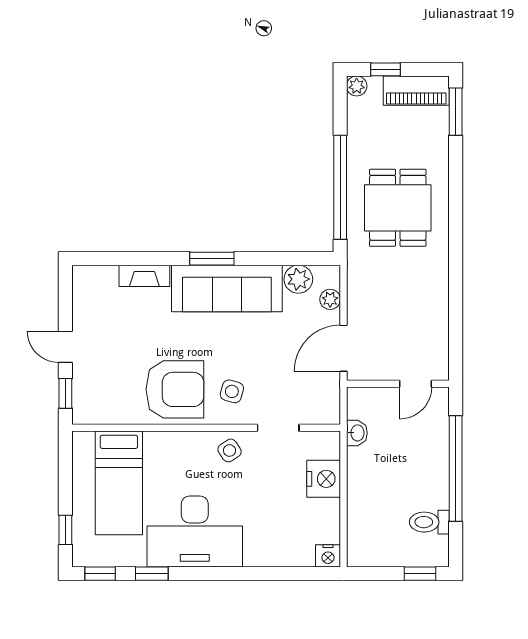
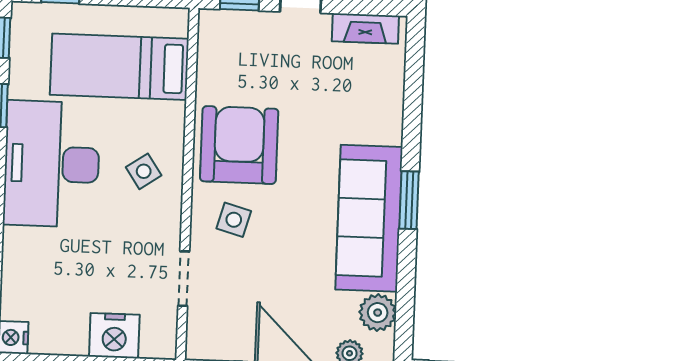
fireplace: (144, 276) -> (365, 29), moved, turned -90
armchair: (175, 389) -> (239, 145), turned 180
side table: (230, 450) -> (144, 171), moved

